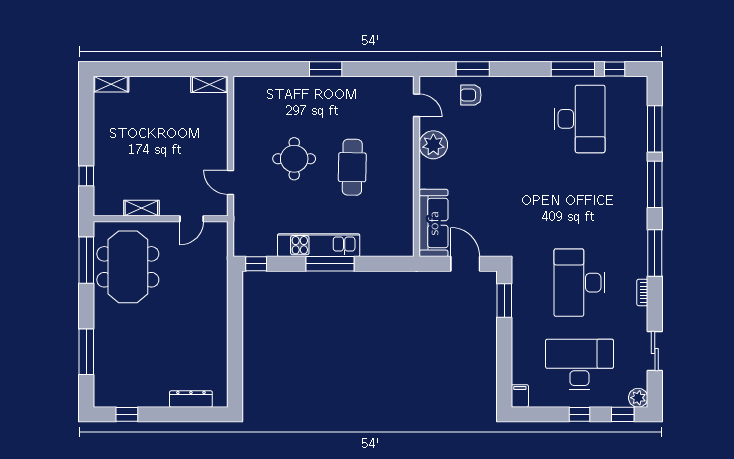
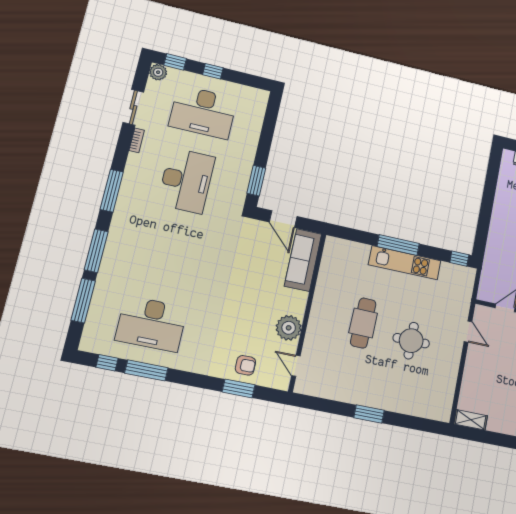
desk: (579, 119) -> (151, 324), turned -90
bookcase: (642, 292) -> (137, 140), moved
filing cabinet: (520, 396) -> (261, 99), removed

